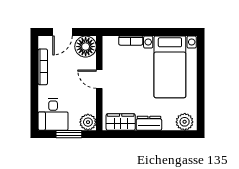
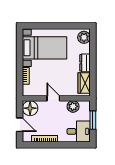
door: (99, 79) -> (53, 98), swing flipped
plant: (88, 122) -> (73, 106), moved

